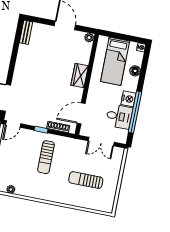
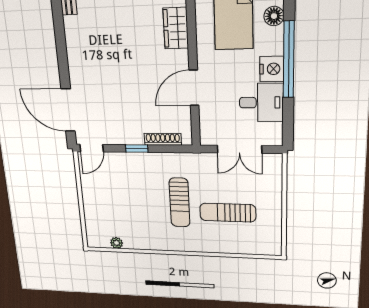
wardrobe: (80, 76) -> (176, 28), moved
window: (135, 112) -> (289, 60), moved
door: (81, 113) -> (194, 88), moved
sun lounger: (46, 157) -> (179, 203), moved

